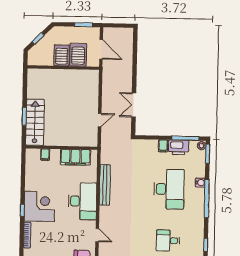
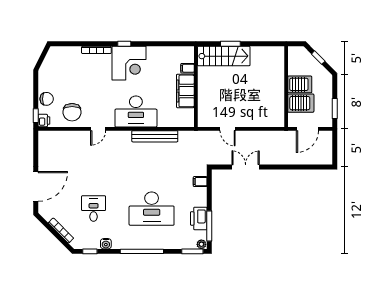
filing cabinet: (163, 146) -> (200, 182), moved
filing cabinet: (75, 157) -> (185, 91), moved
water cooler: (200, 183) -> (106, 244), moved

